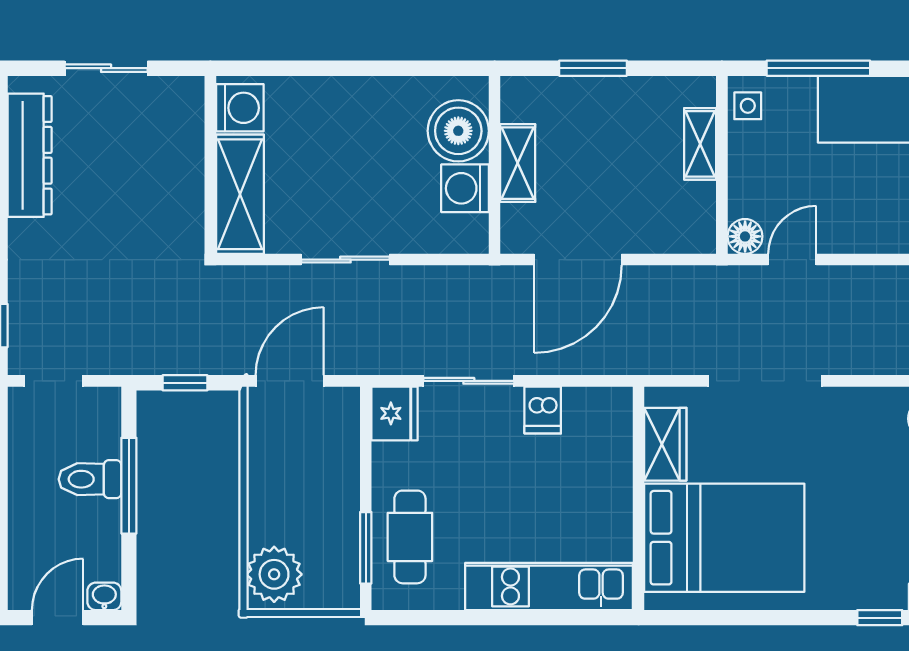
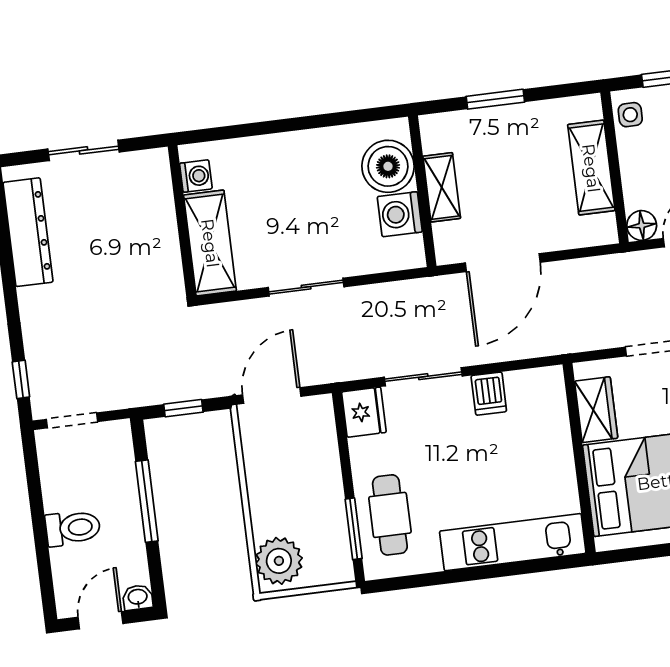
washing machine: (240, 108) -> (196, 176), width x0.73, depth x0.73
shelving: (700, 144) -> (591, 168), width x1.50, depth x1.33
toilet: (90, 479) -> (73, 528), moved, turned 180

